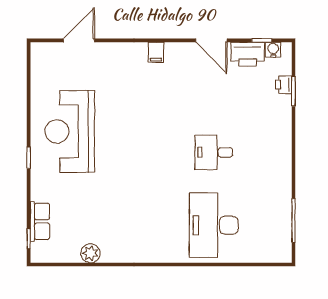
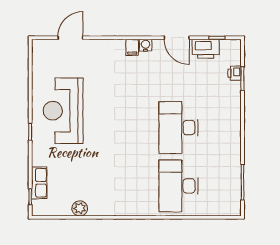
water cooler: (273, 50) -> (146, 45), moved
desk: (214, 152) -> (179, 128), width x1.87, depth x1.30

